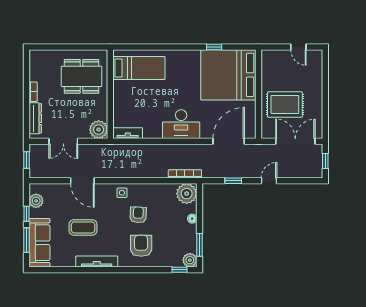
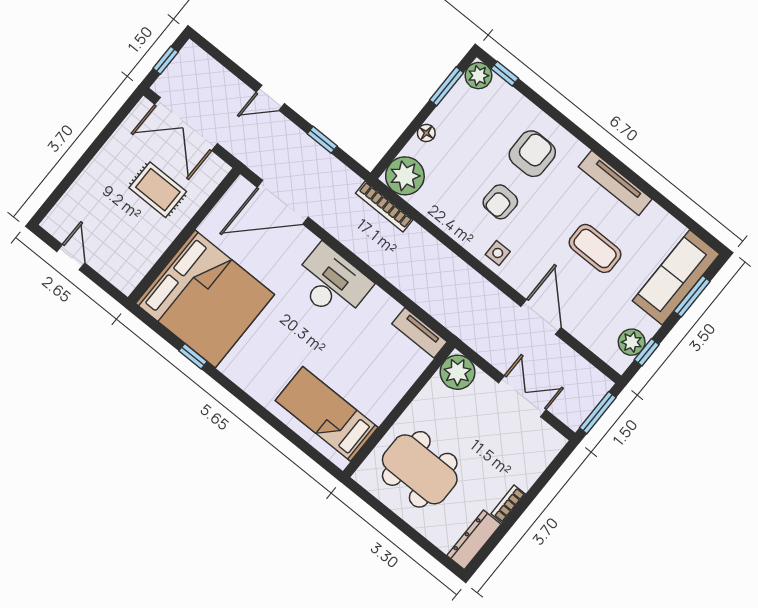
rug: (285, 105) -> (158, 190), width x0.73, depth x0.70
dresser: (35, 118) -> (474, 540), moved
window: (26, 160) -> (598, 413), width x1.50
window: (26, 214) -> (647, 352), moved
armchair: (141, 246) -> (532, 154), turned 180

